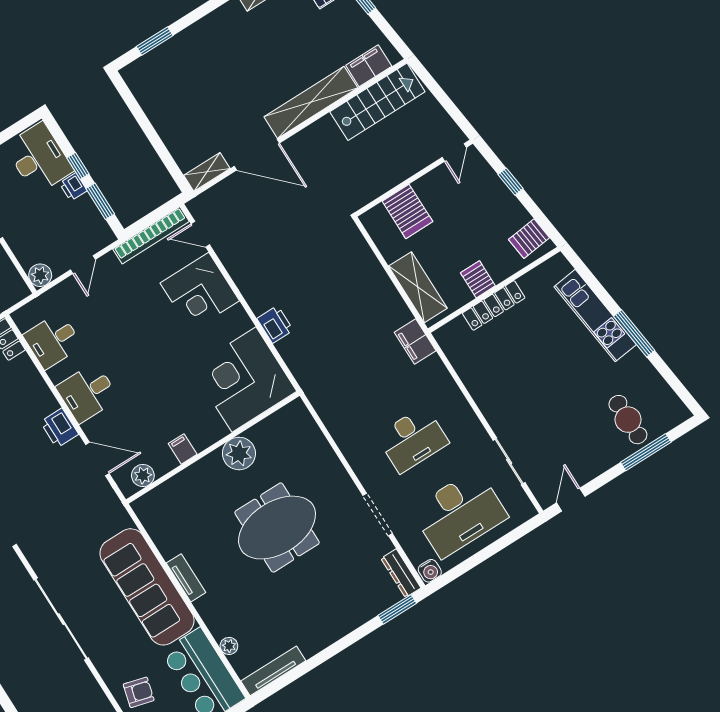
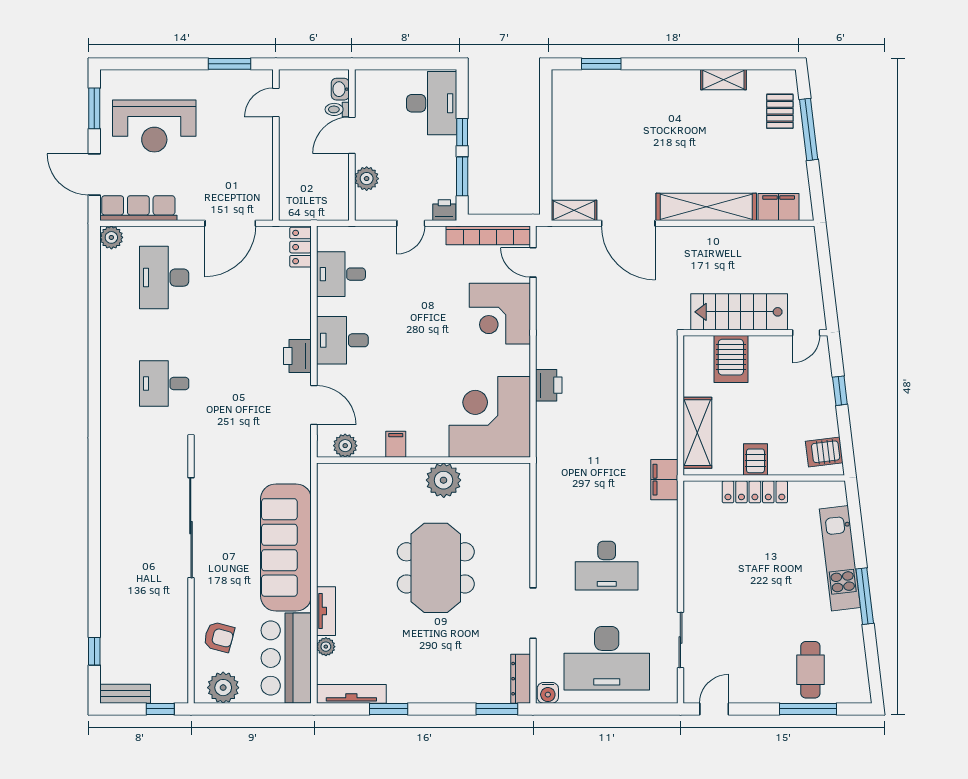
stairs: (377, 102) -> (739, 312), moved, turned 180
printer: (73, 187) -> (444, 210), moved, turned 90
plant: (40, 275) -> (367, 179), moved
meeting table: (277, 528) -> (436, 568), turned 90
tv unit: (186, 578) -> (326, 611), moved
window: (311, 664) -> (389, 709), added

